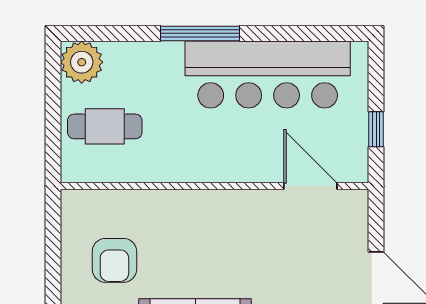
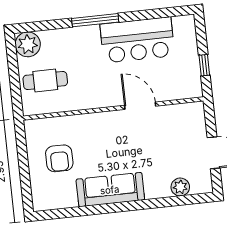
bar counter: (268, 75) -> (137, 40), width x0.73
door: (310, 186) -> (140, 106), moved

